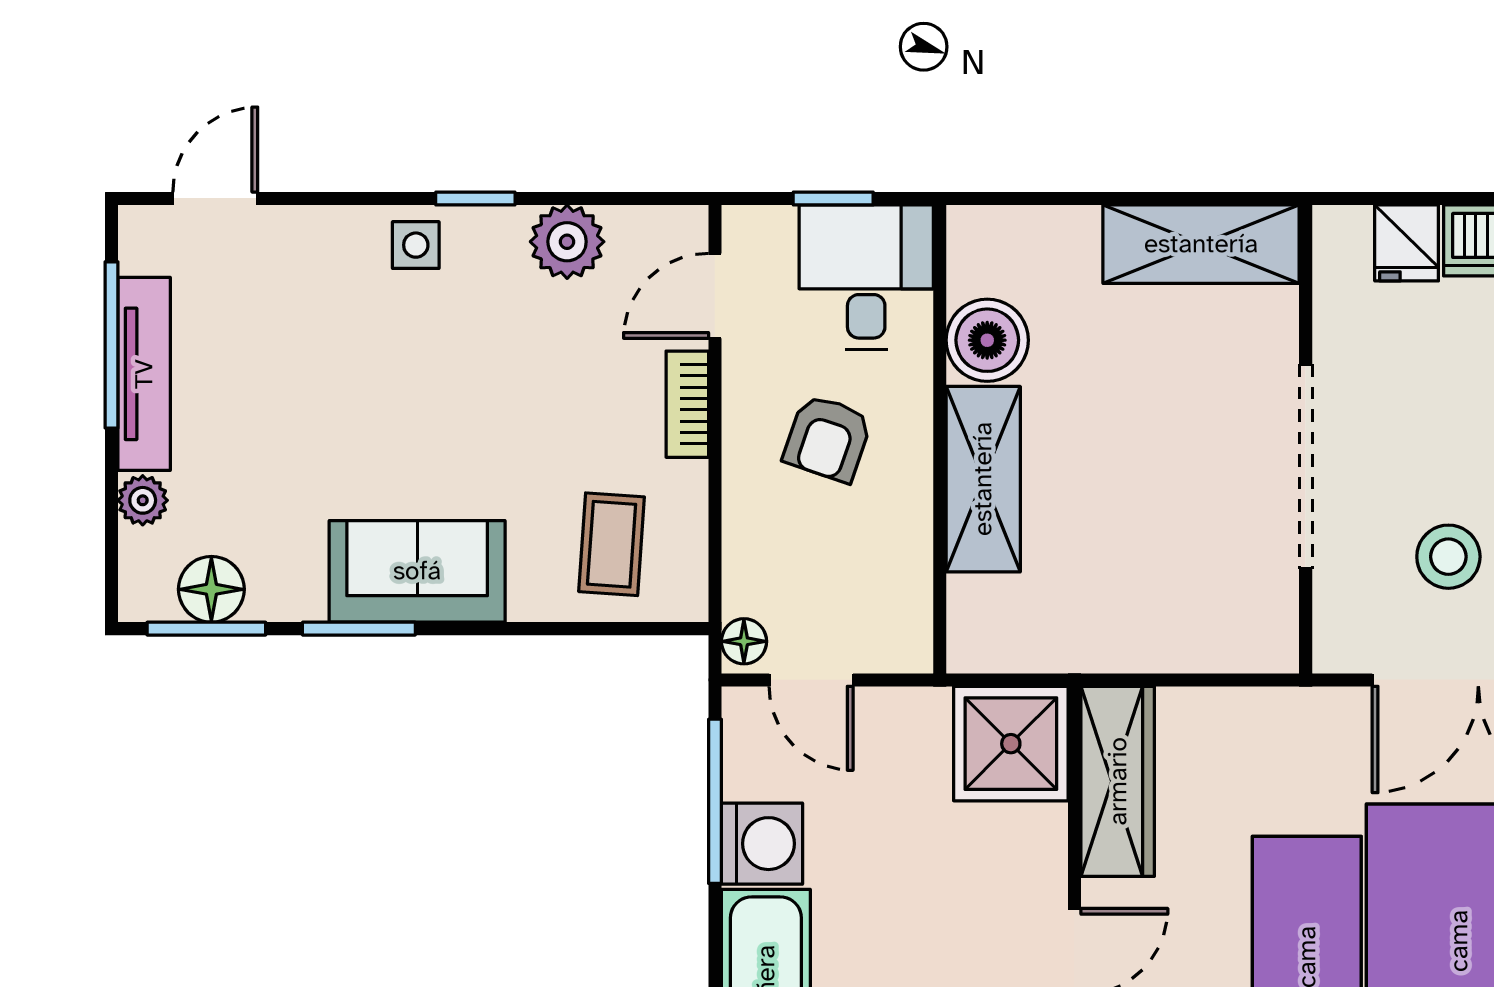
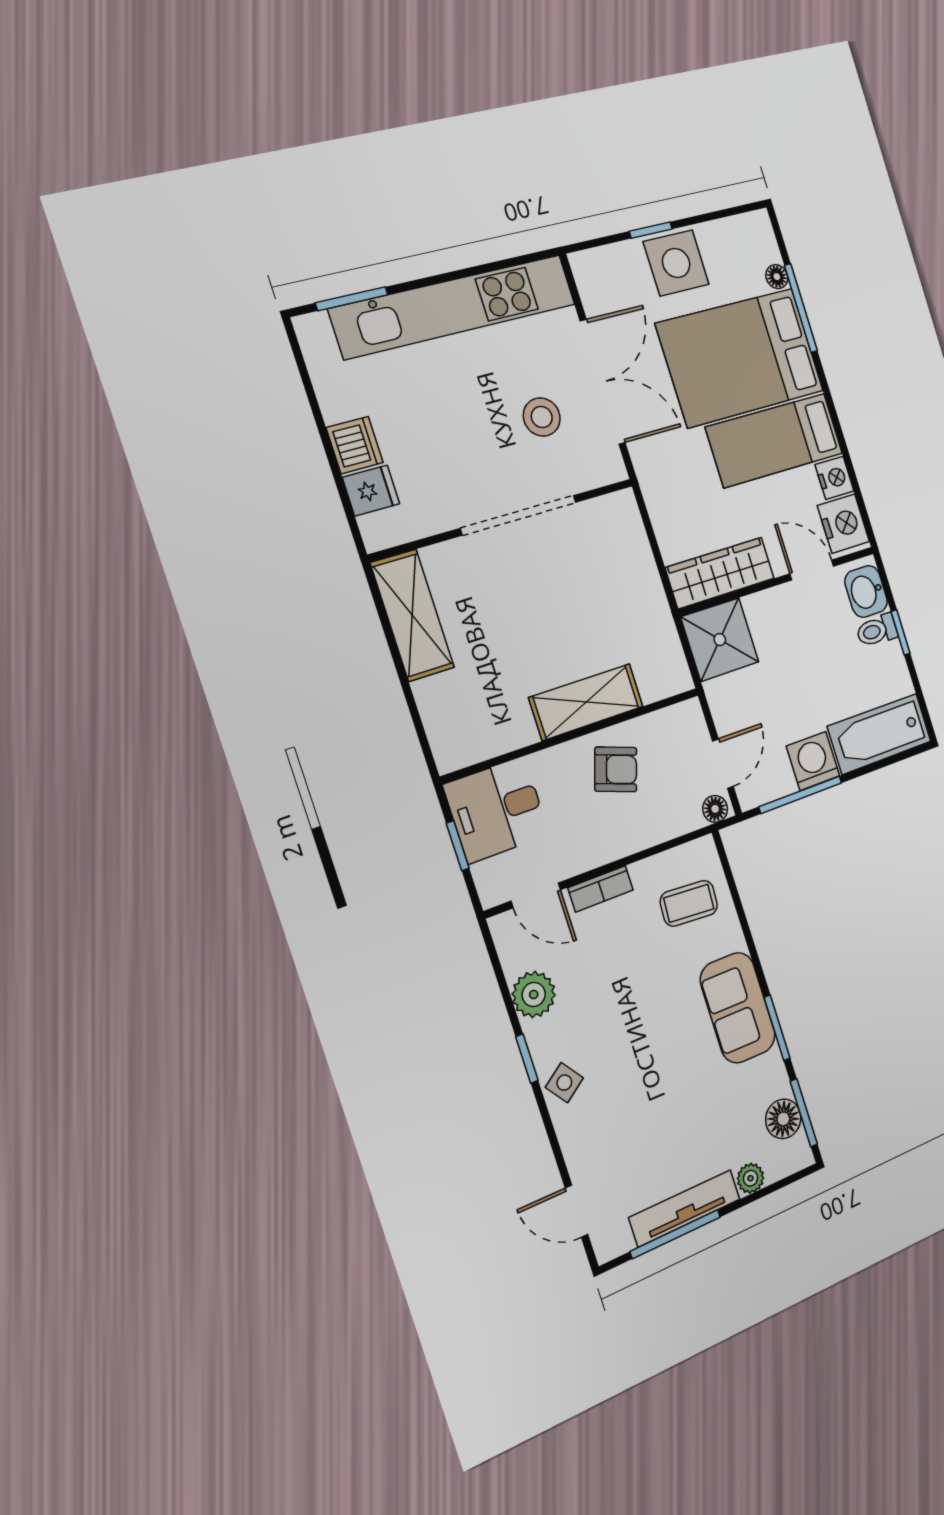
side table: (416, 245) -> (564, 1083), turned -36
boiler: (987, 340) -> (509, 726), removed
armchair: (828, 438) -> (616, 769), moved

